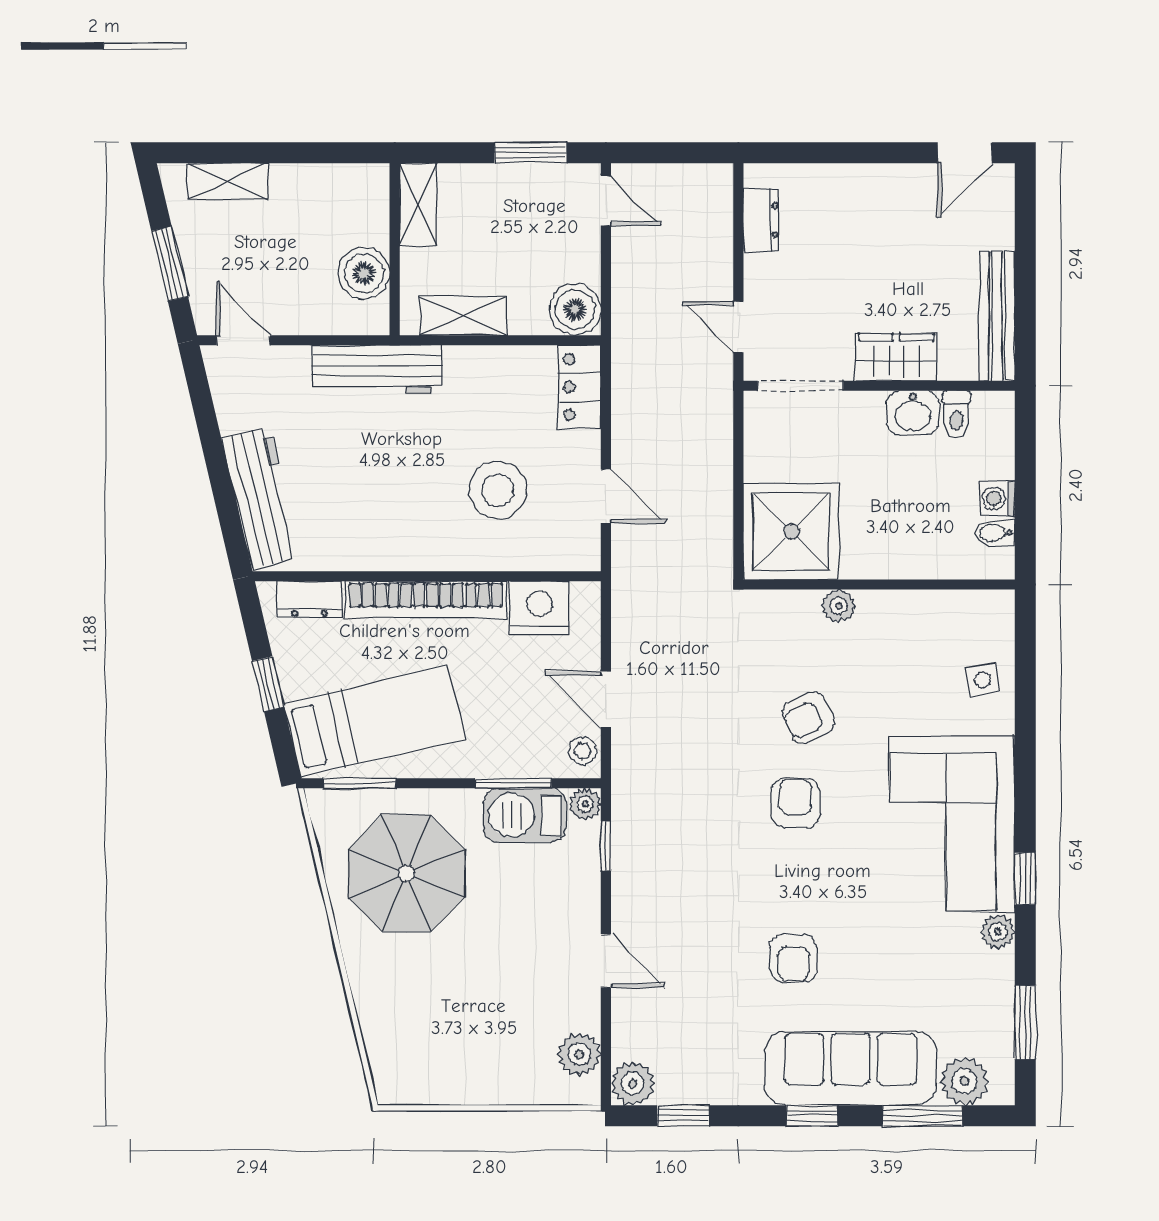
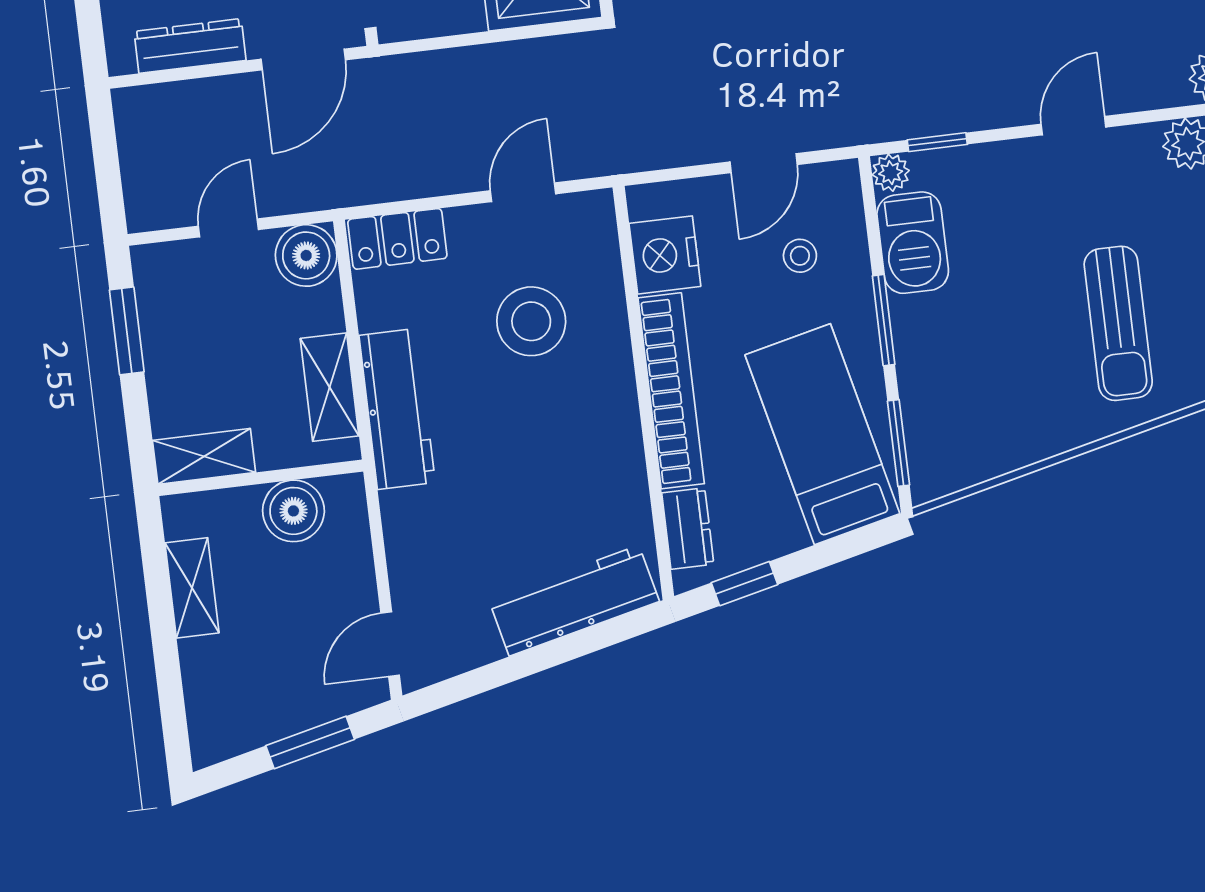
shelving: (228, 181) -> (192, 588), moved
door: (606, 201) -> (228, 228), moved
dresser: (761, 220) -> (190, 46), width x1.44
door: (738, 327) -> (303, 60), width x1.38
workbench: (377, 370) -> (397, 409), moved
window: (268, 684) -> (745, 584), moved
stool: (582, 751) -> (800, 256), moved
window: (513, 783) -> (884, 320), moved
parasol: (406, 873) -> (998, 375), removed
sun lounger: (437, 978) -> (1118, 323), added

